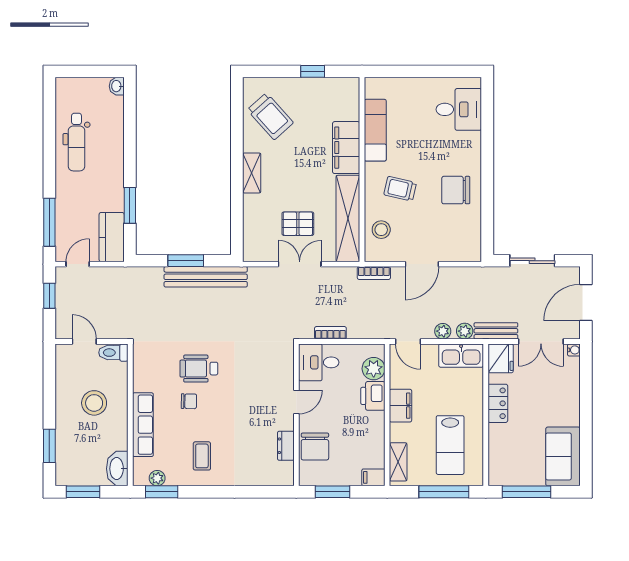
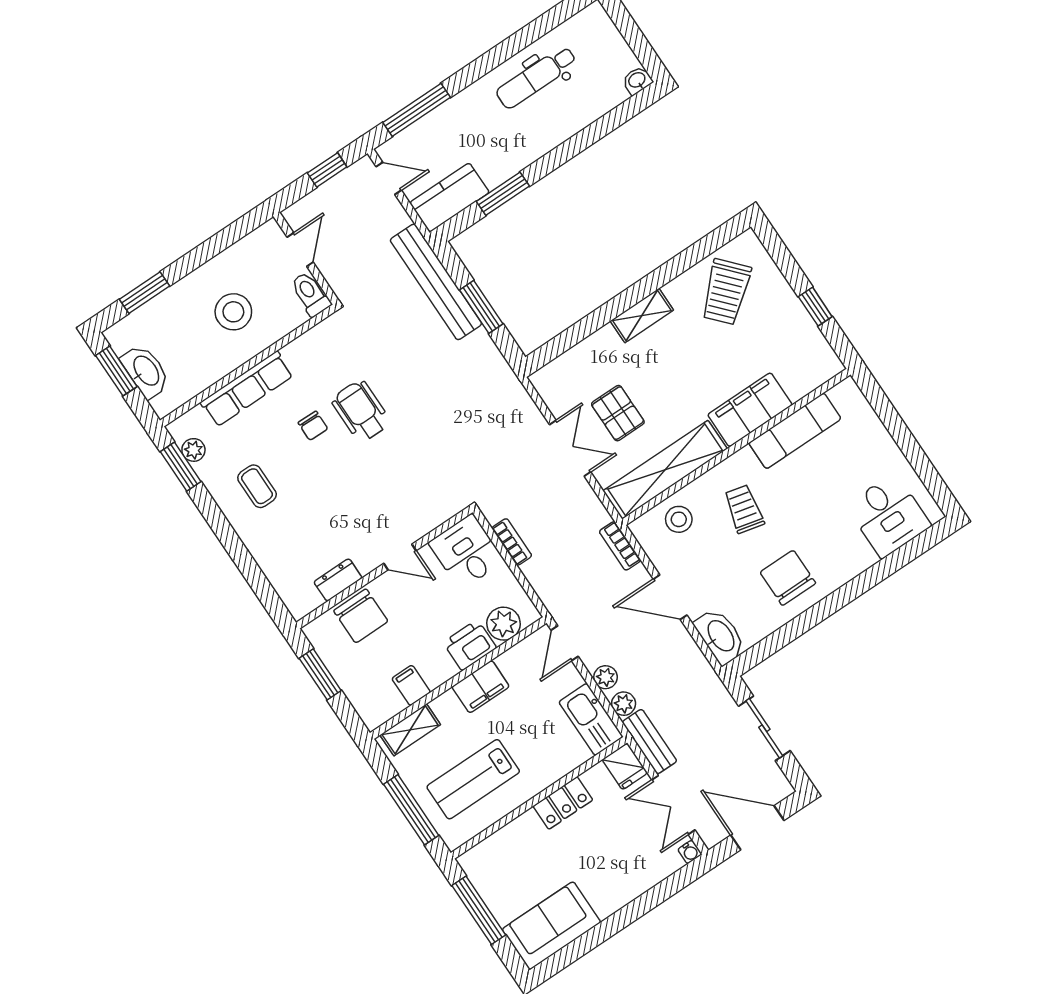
washbasin: (463, 251) -> (720, 636), added
bench: (206, 277) -> (436, 282), moved
fridge: (501, 358) -> (625, 766), width x0.72
chair: (315, 447) -> (361, 616), turned -90
coffee table: (202, 456) -> (257, 486), turned 90
washbasin: (117, 469) -> (146, 371), moved, turned 90
filing cabinet: (373, 477) -> (411, 685), moved

